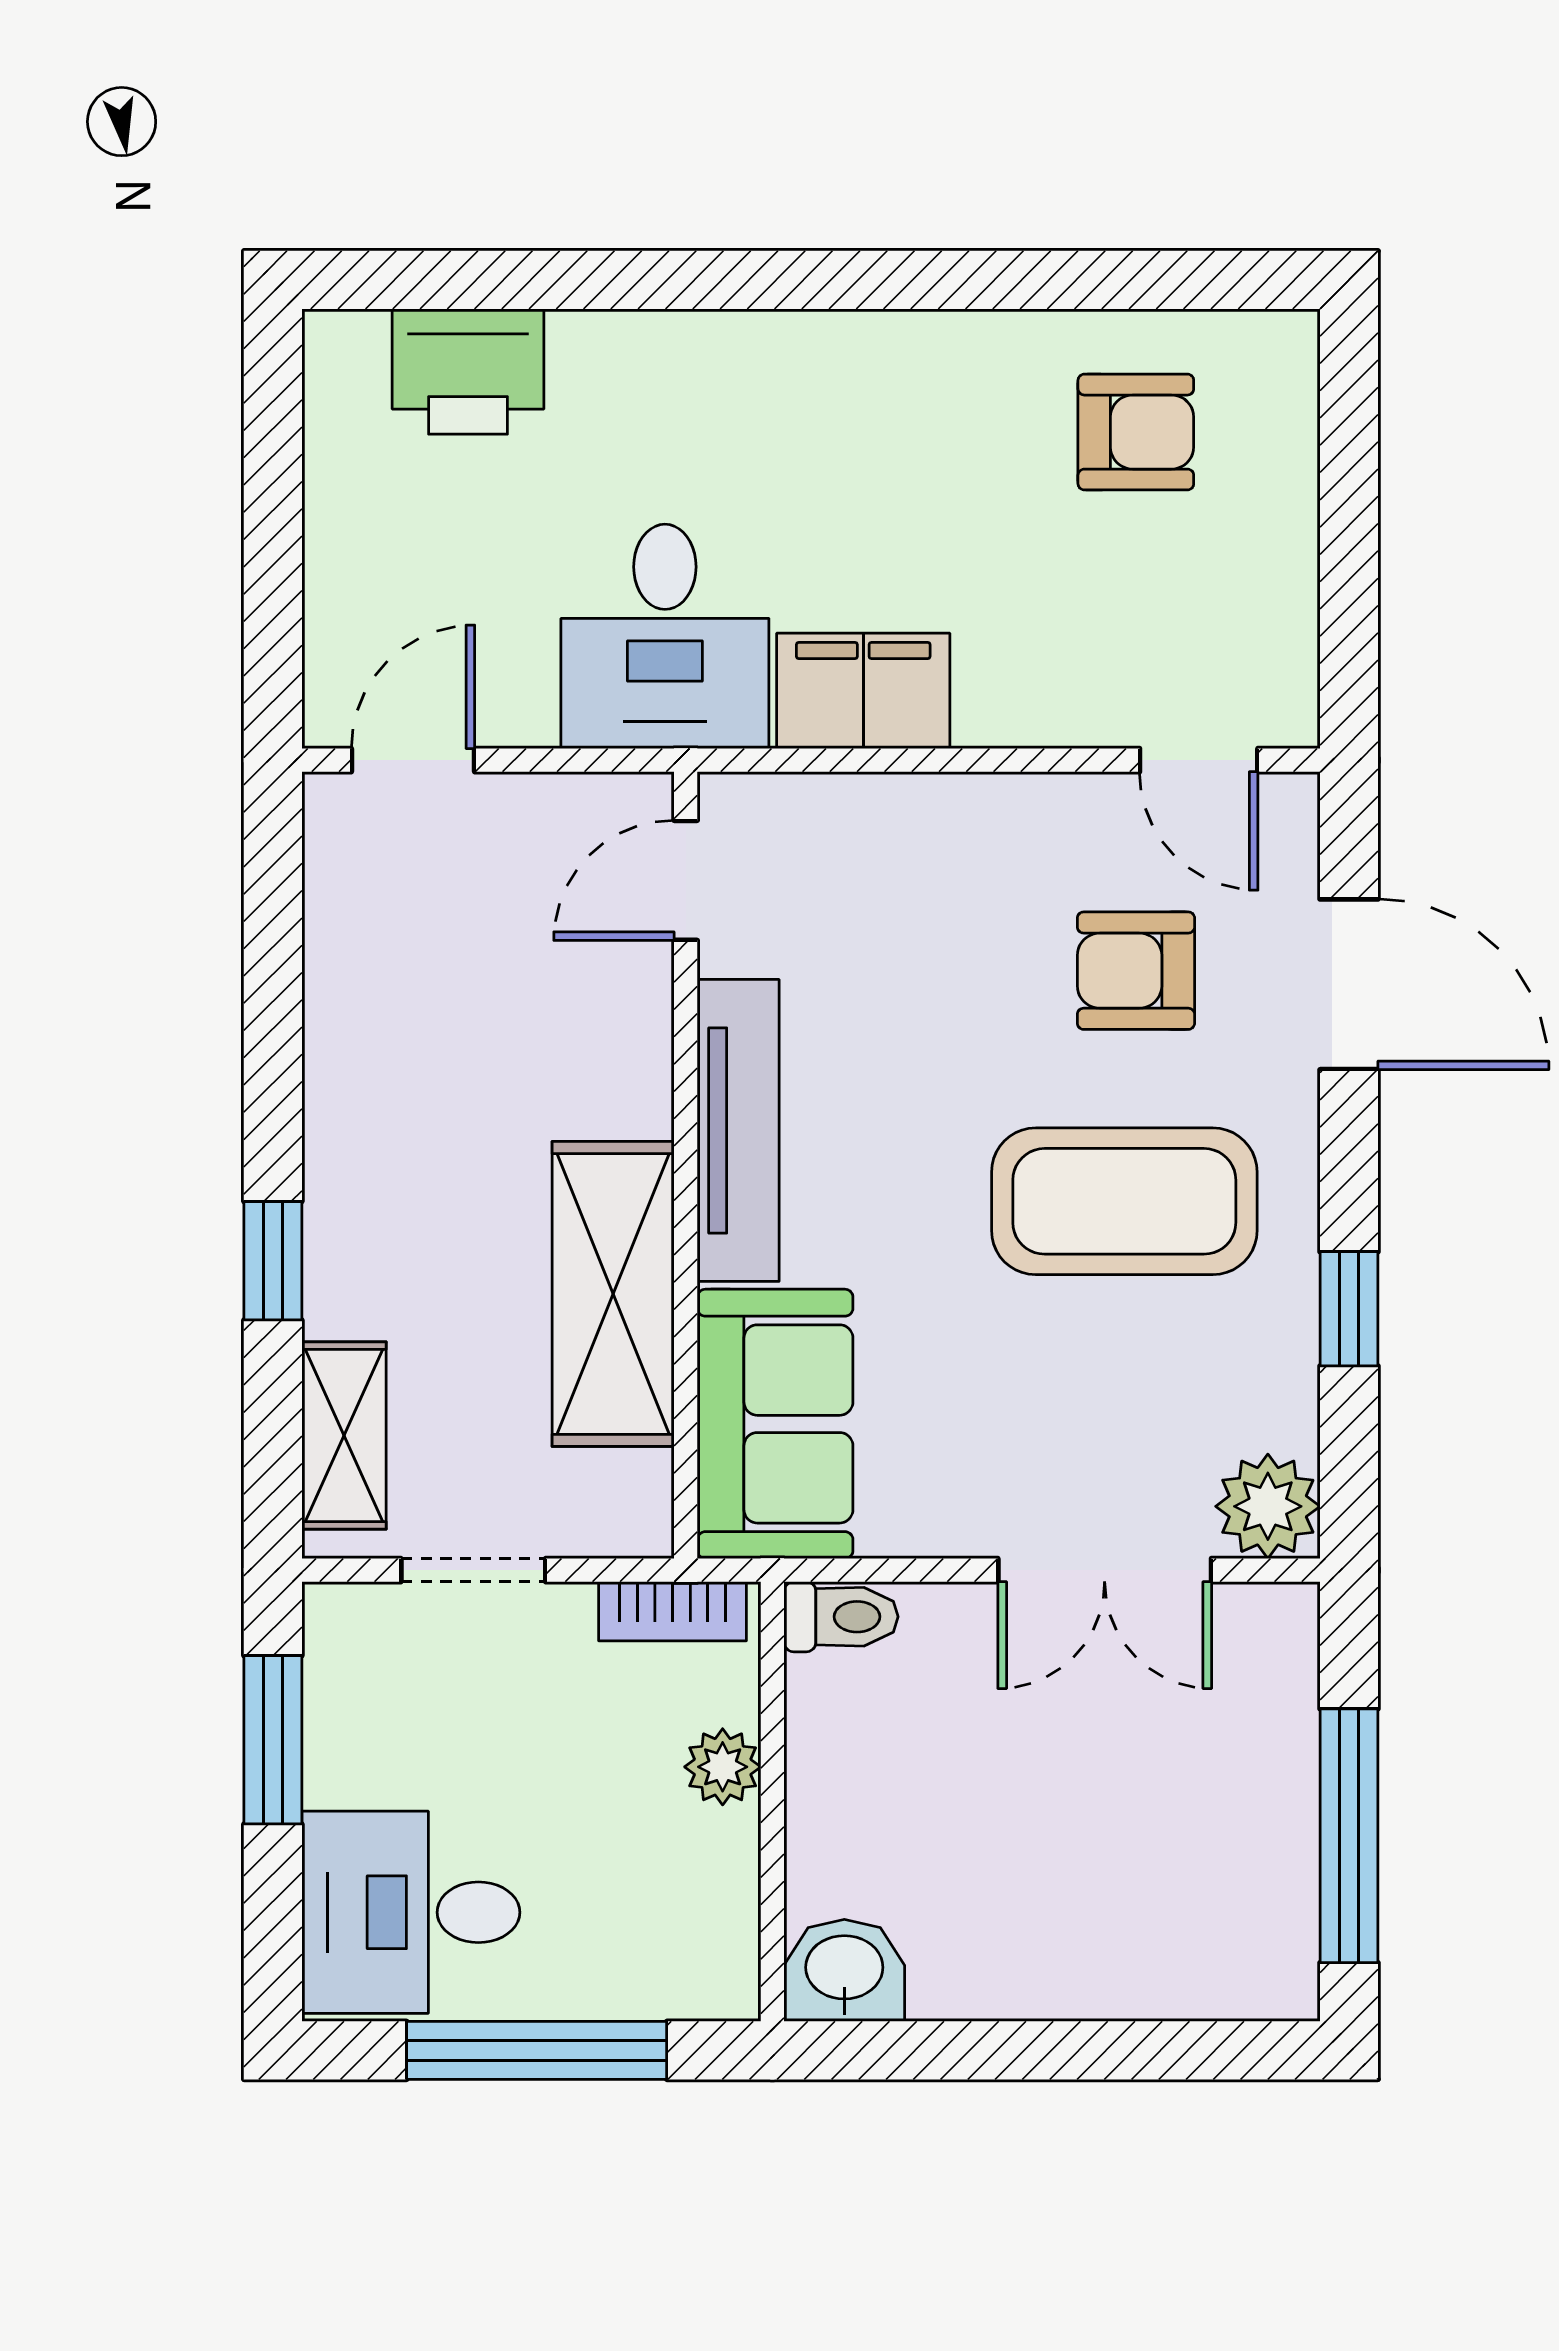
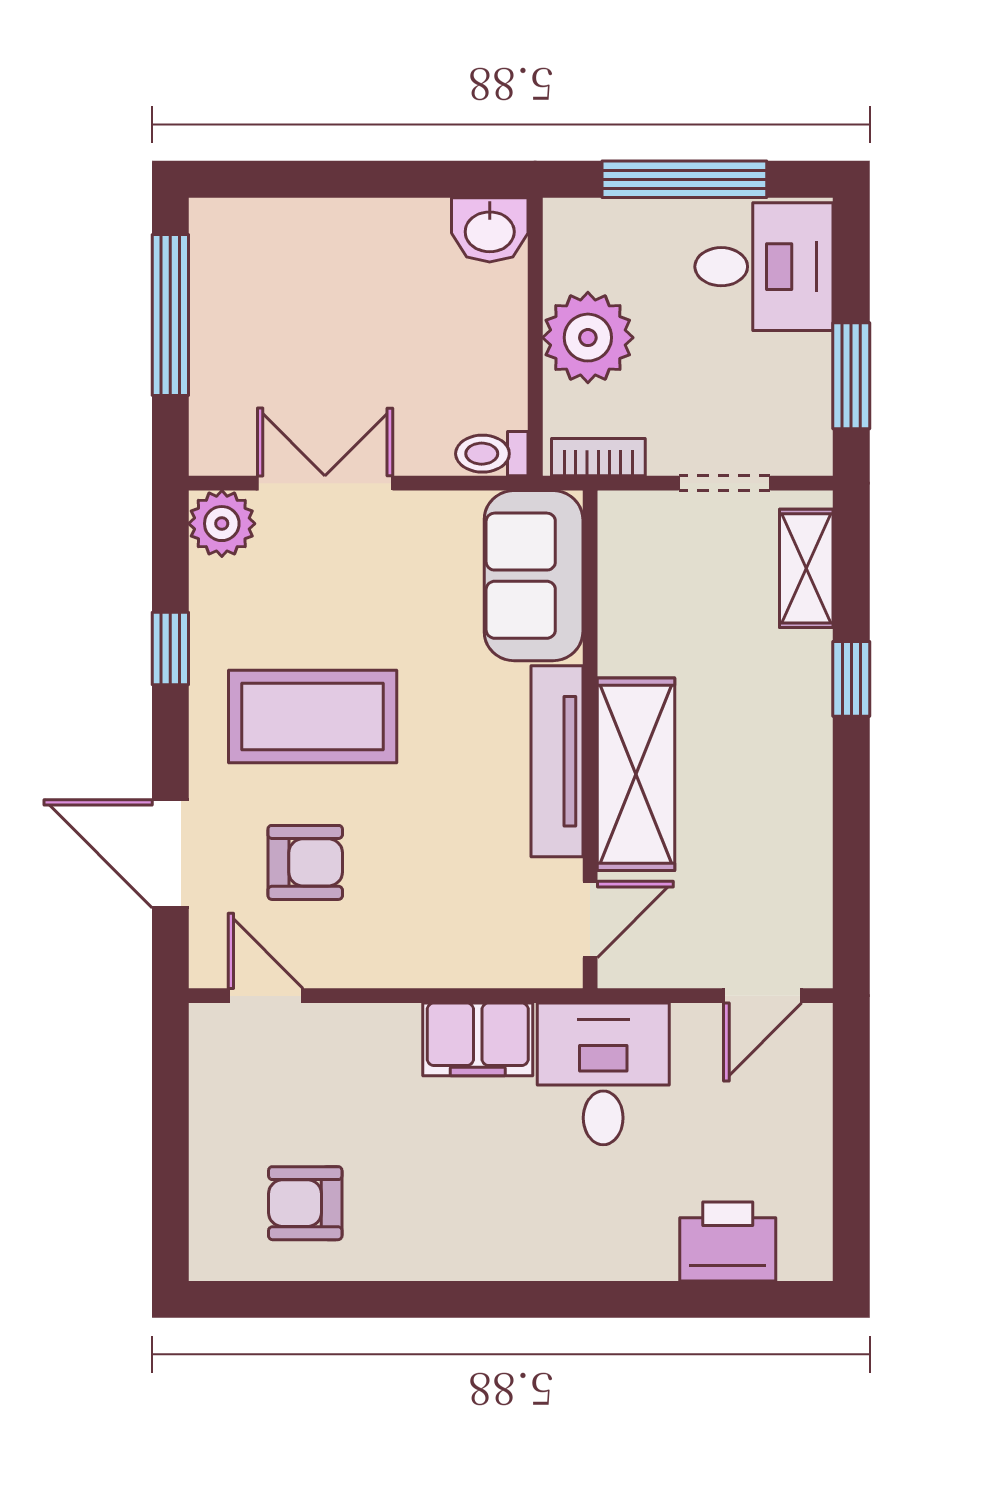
shelving: (613, 1294) -> (636, 774), moved
plant: (723, 1767) -> (588, 338), width x1.87, depth x1.87

